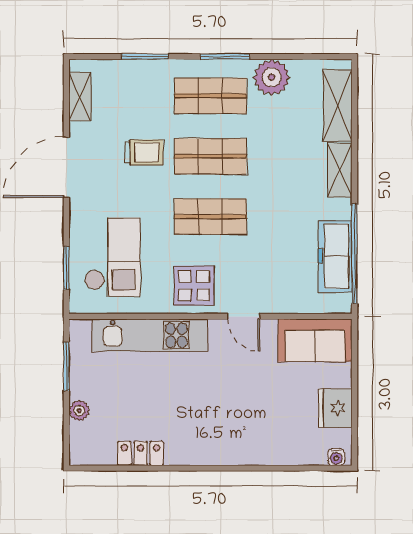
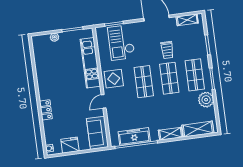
checkout: (112, 257) -> (121, 43), turned 90
locker: (141, 453) -> (46, 110), moved

